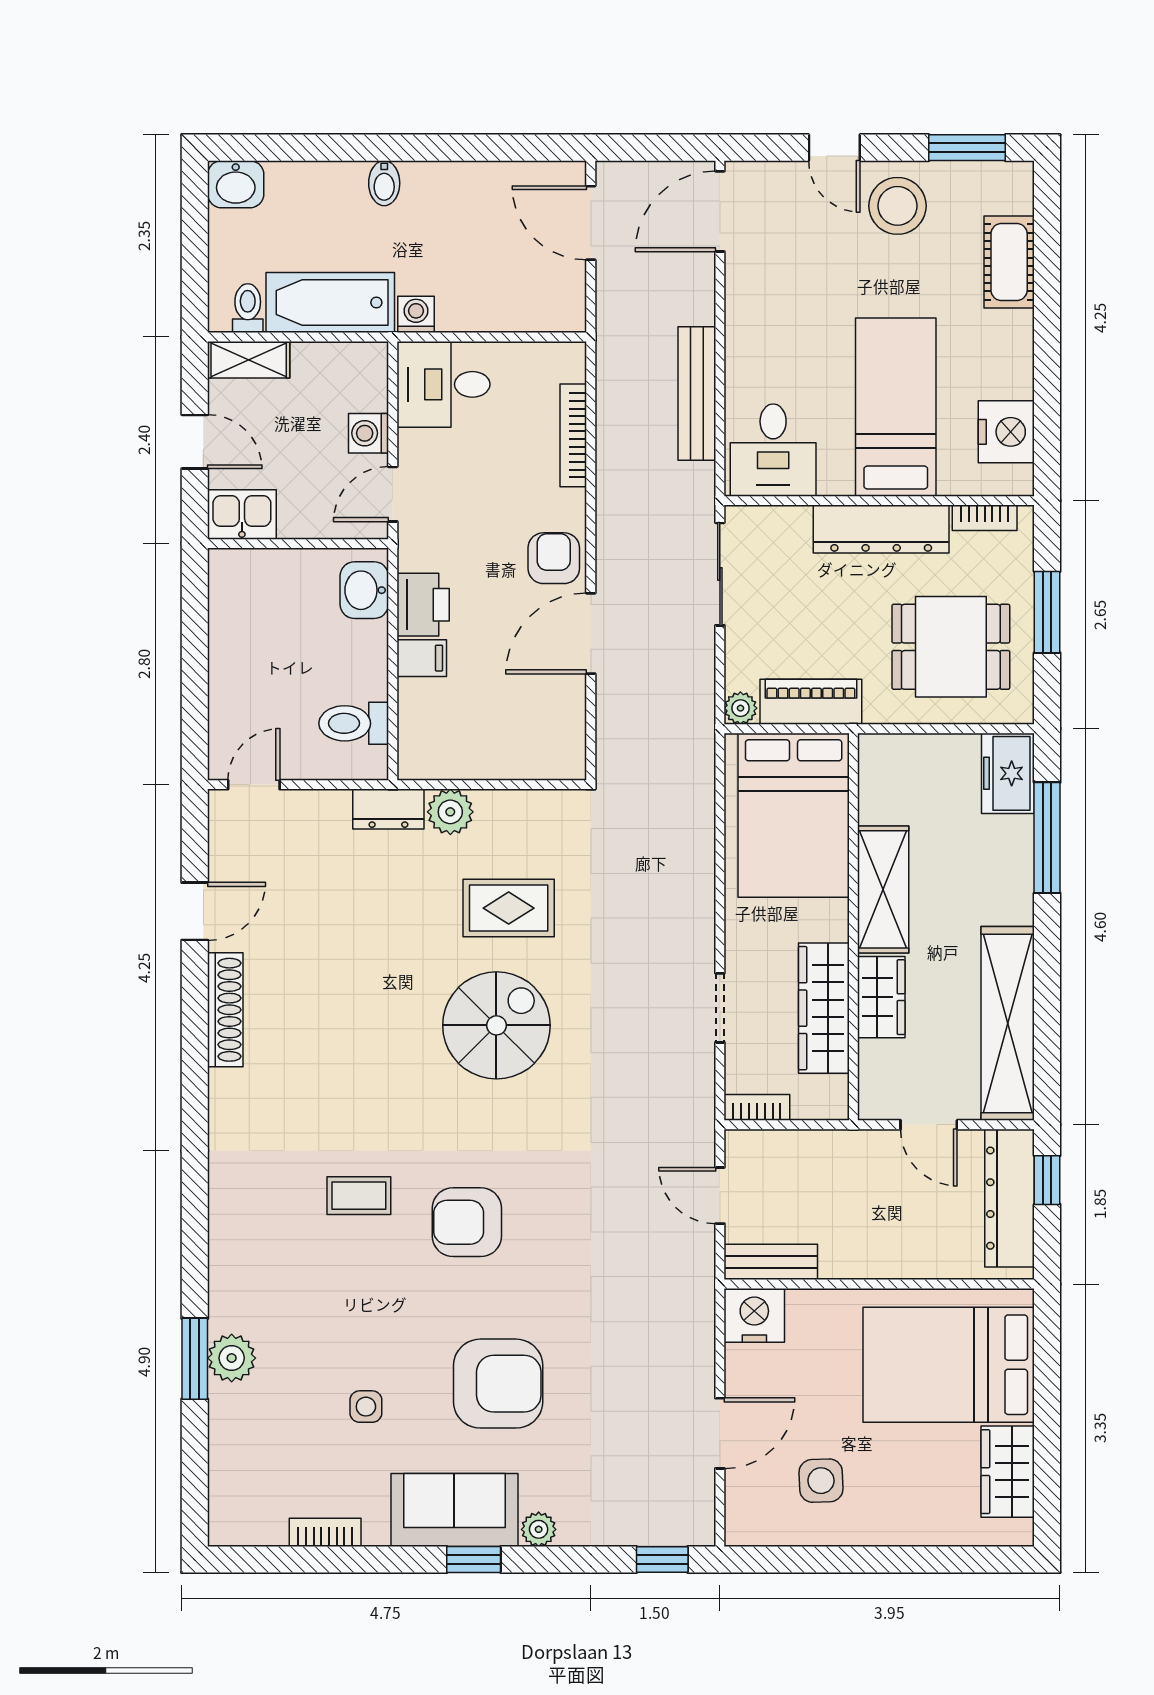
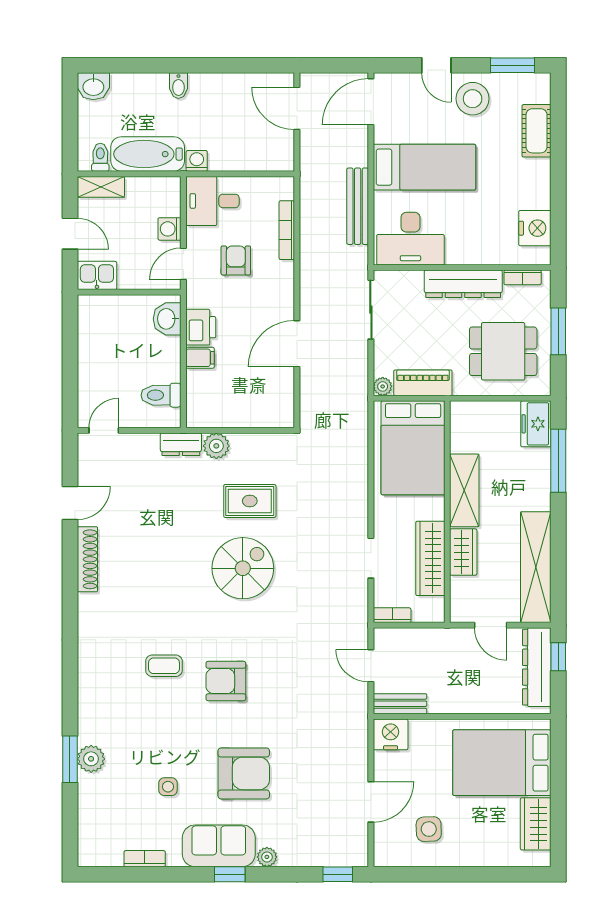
bed: (896, 407) -> (424, 167), moved, turned 90
desk: (773, 450) -> (410, 239), width x1.37
armchair: (554, 558) -> (236, 260), moved

